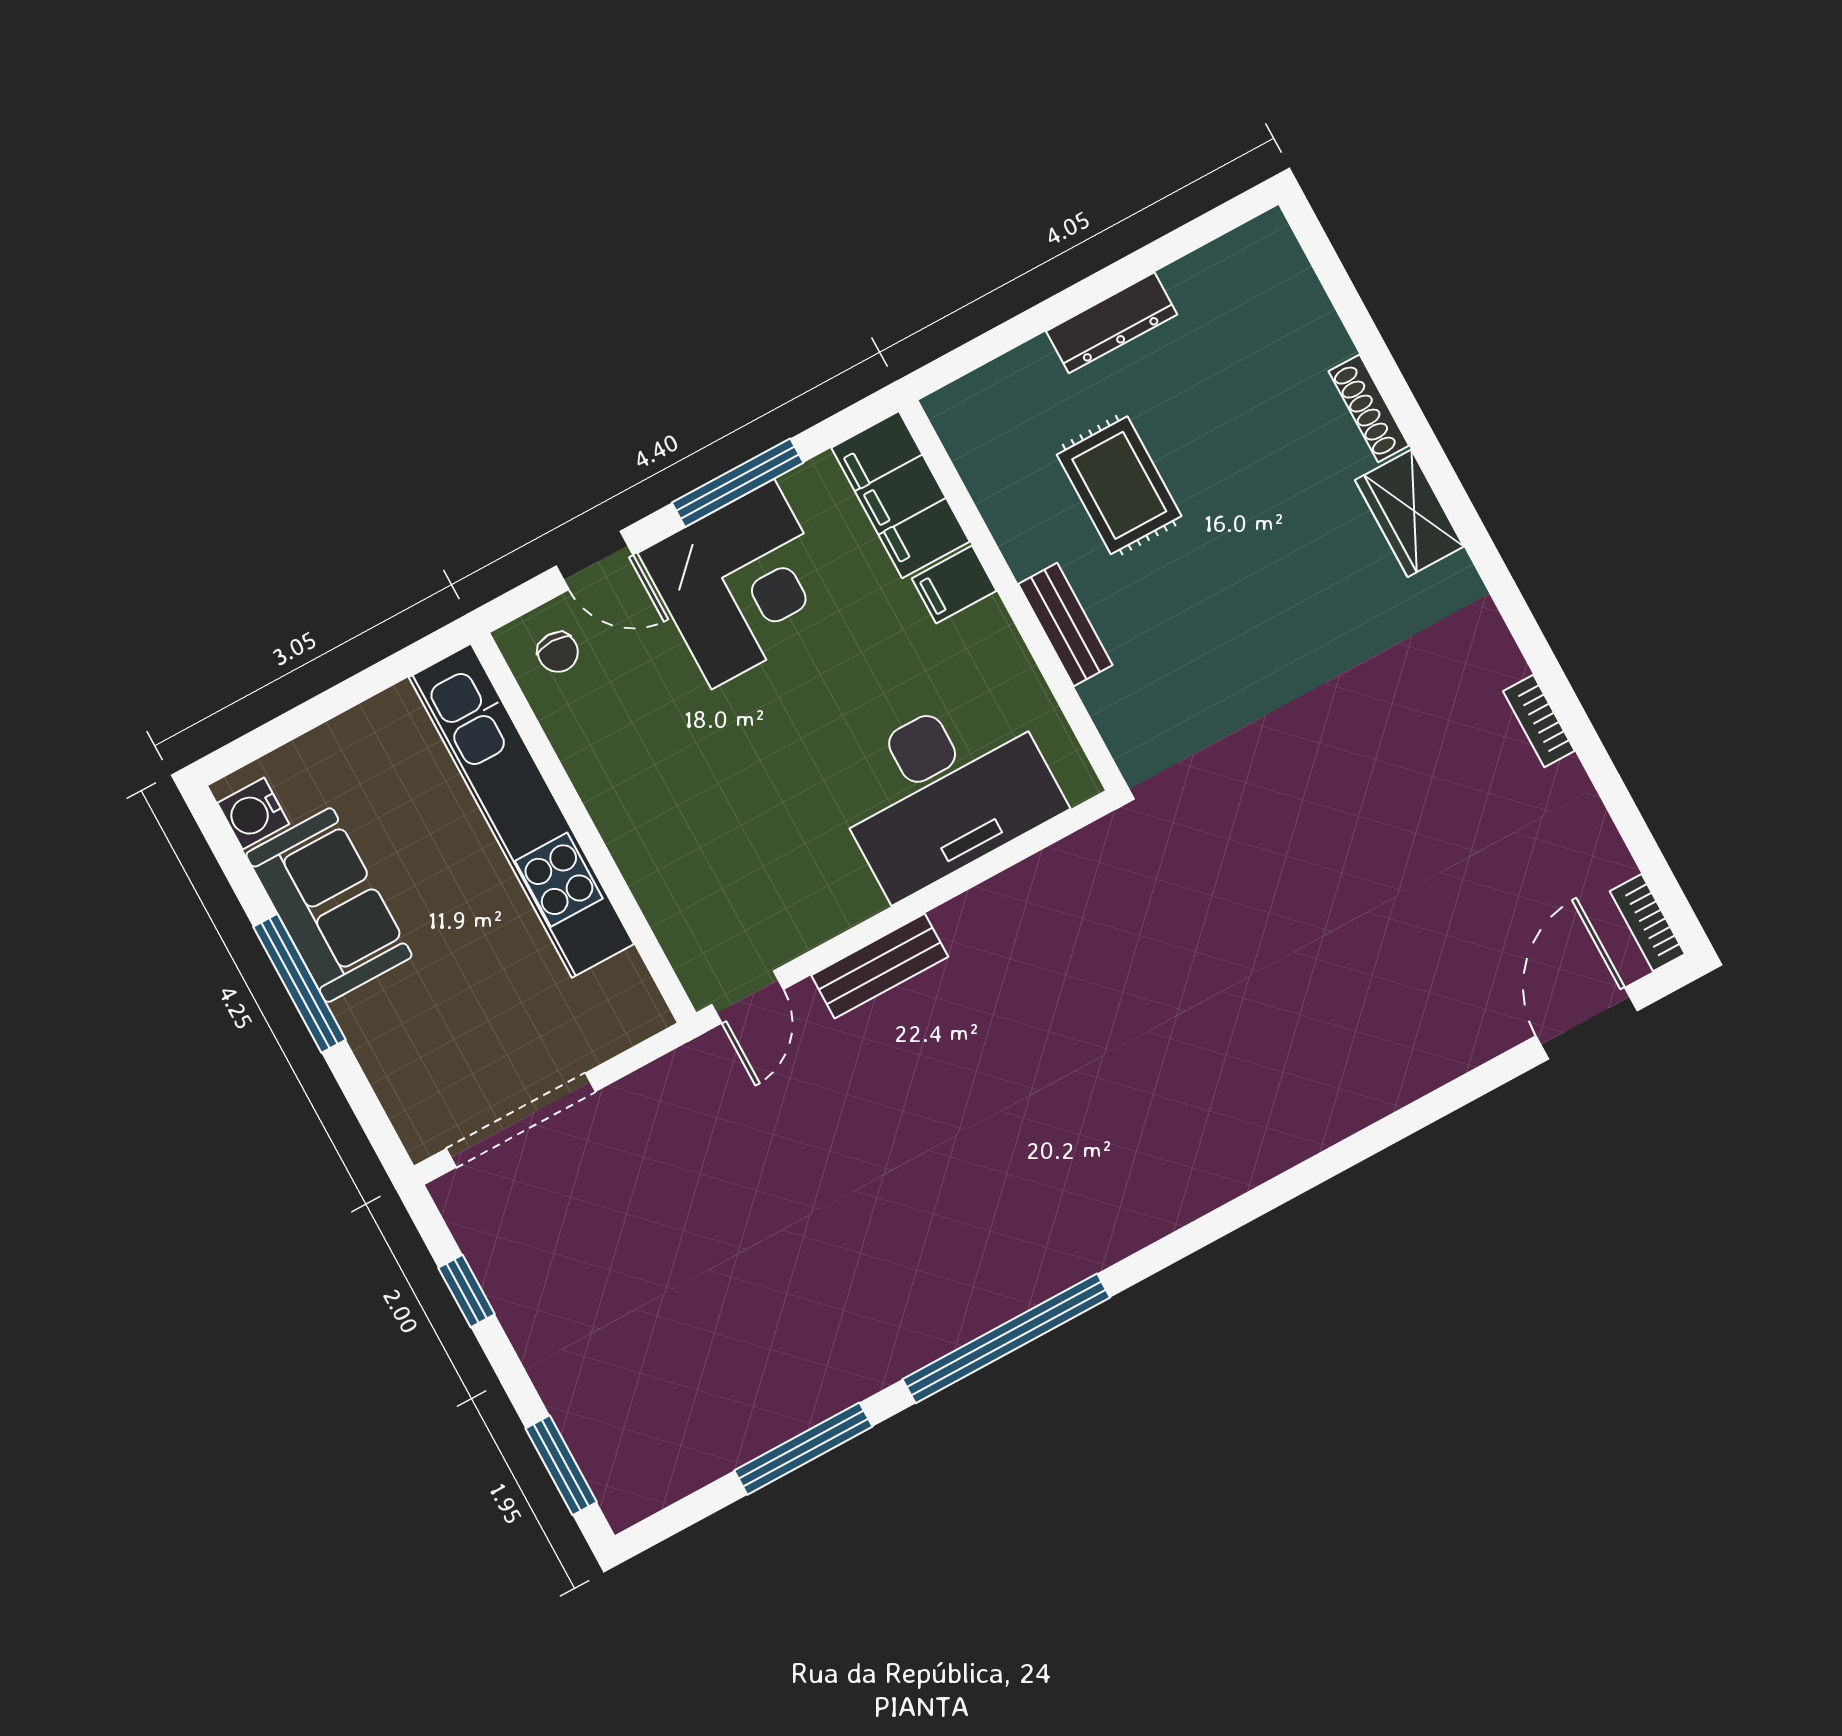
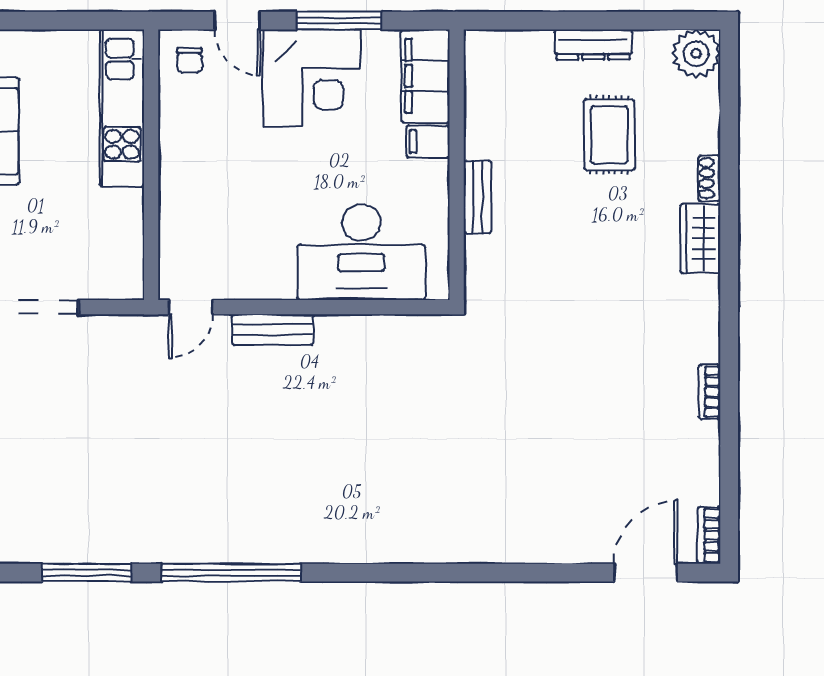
plant: (1263, 257) -> (696, 54), added
shoe rack: (1369, 408) -> (709, 178), width x0.70
rug: (1119, 485) -> (609, 135), moved
kitchen unit: (521, 811) -> (122, 108), width x0.73

